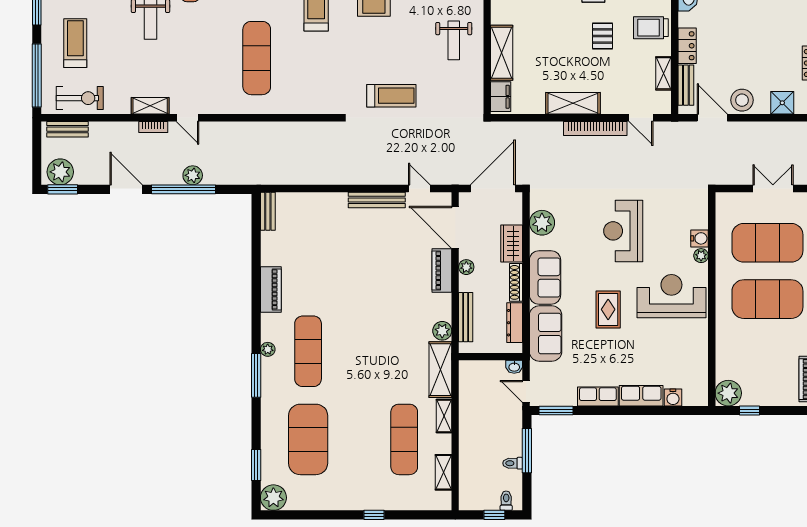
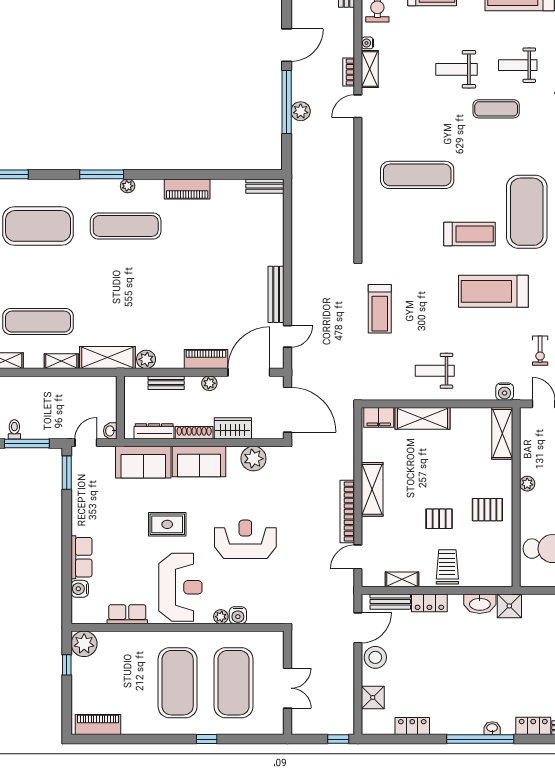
water cooler: (124, 108) -> (367, 43), added
bench: (466, 317) -> (166, 383), width x0.73
row of seats: (598, 396) -> (127, 614), moved, turned -90

